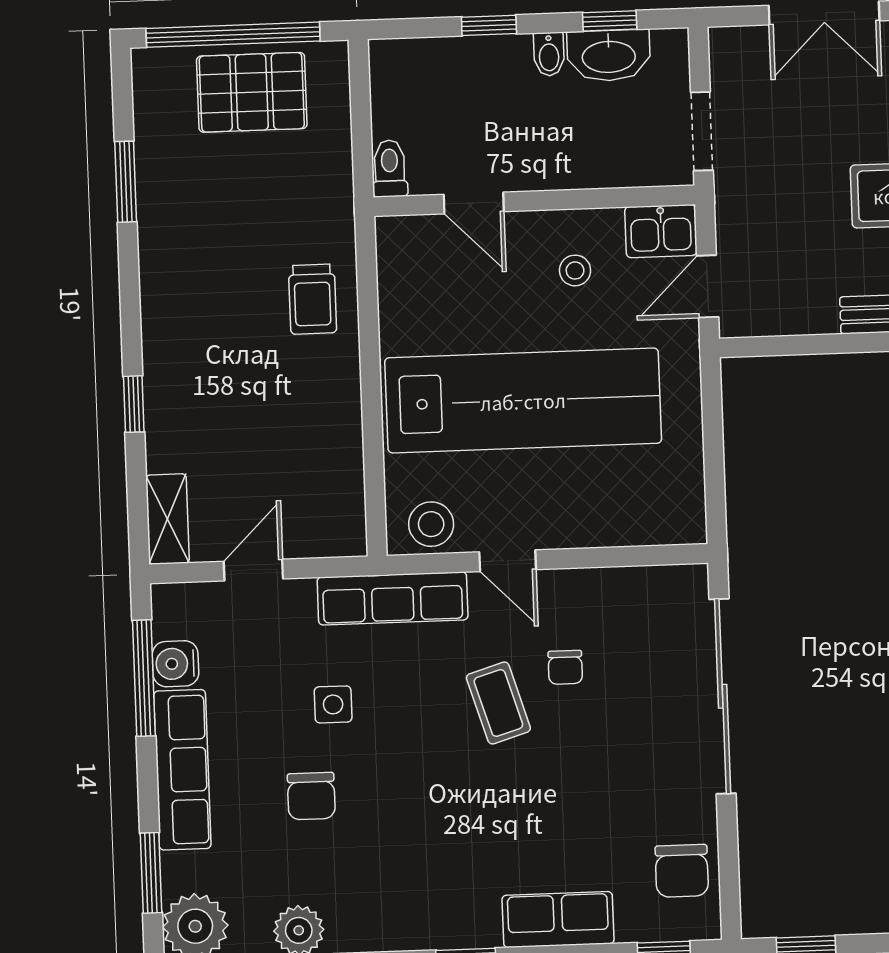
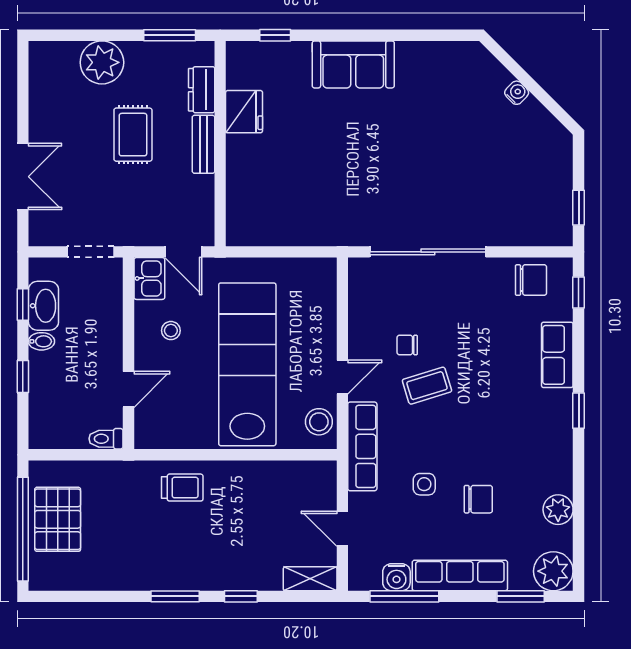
window: (126, 182) -> (175, 596), moved
chair: (565, 667) -> (407, 345), turned 180

